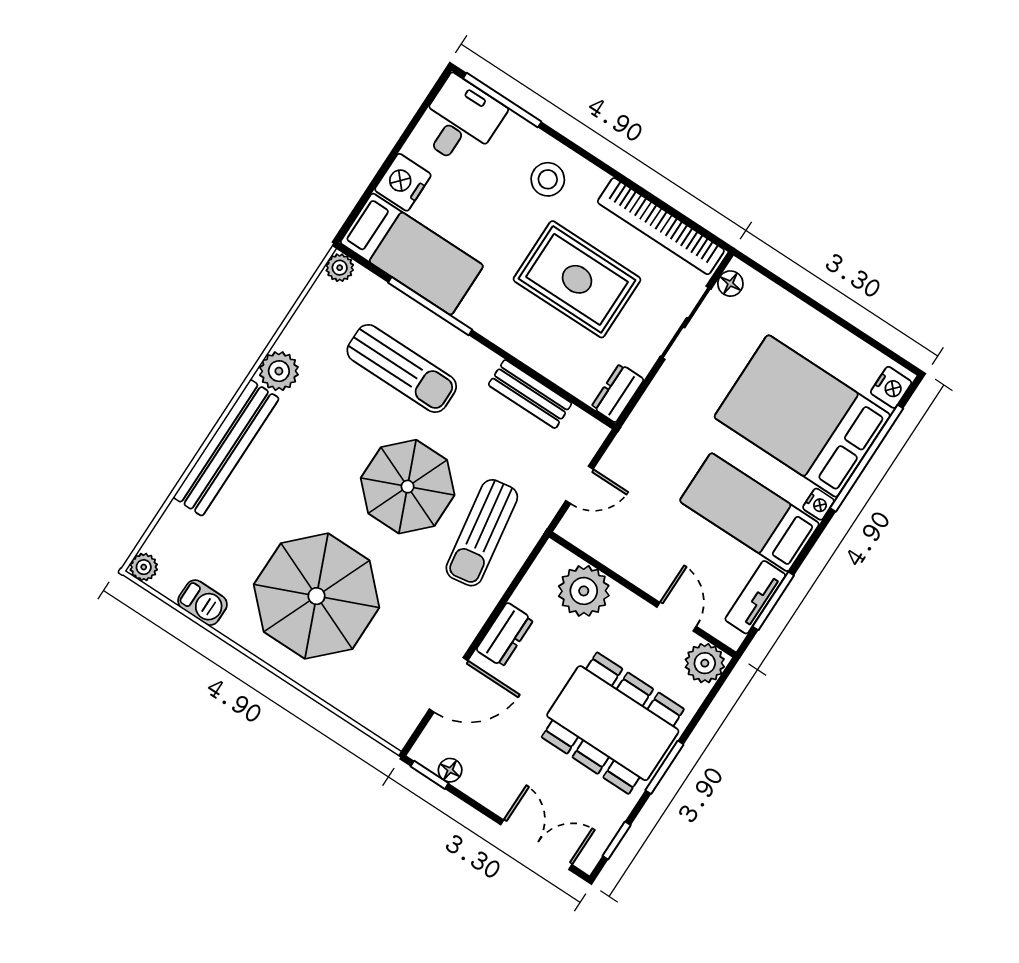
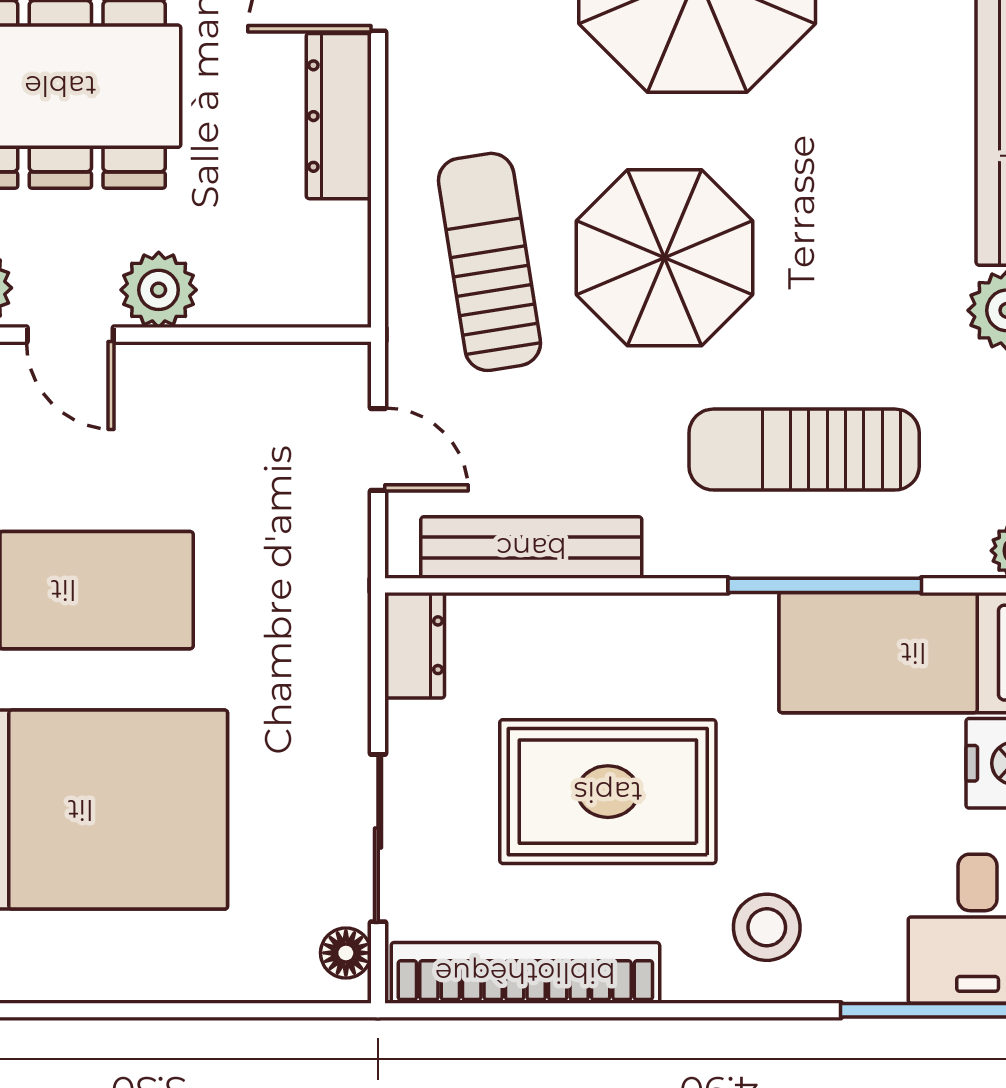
bench: (530, 394) -> (531, 548), width x1.36
door: (579, 485) -> (378, 449), swing flipped
plant: (584, 591) -> (159, 290), moved, width x0.73, depth x0.73
dresser: (505, 635) -> (339, 116), width x1.44

